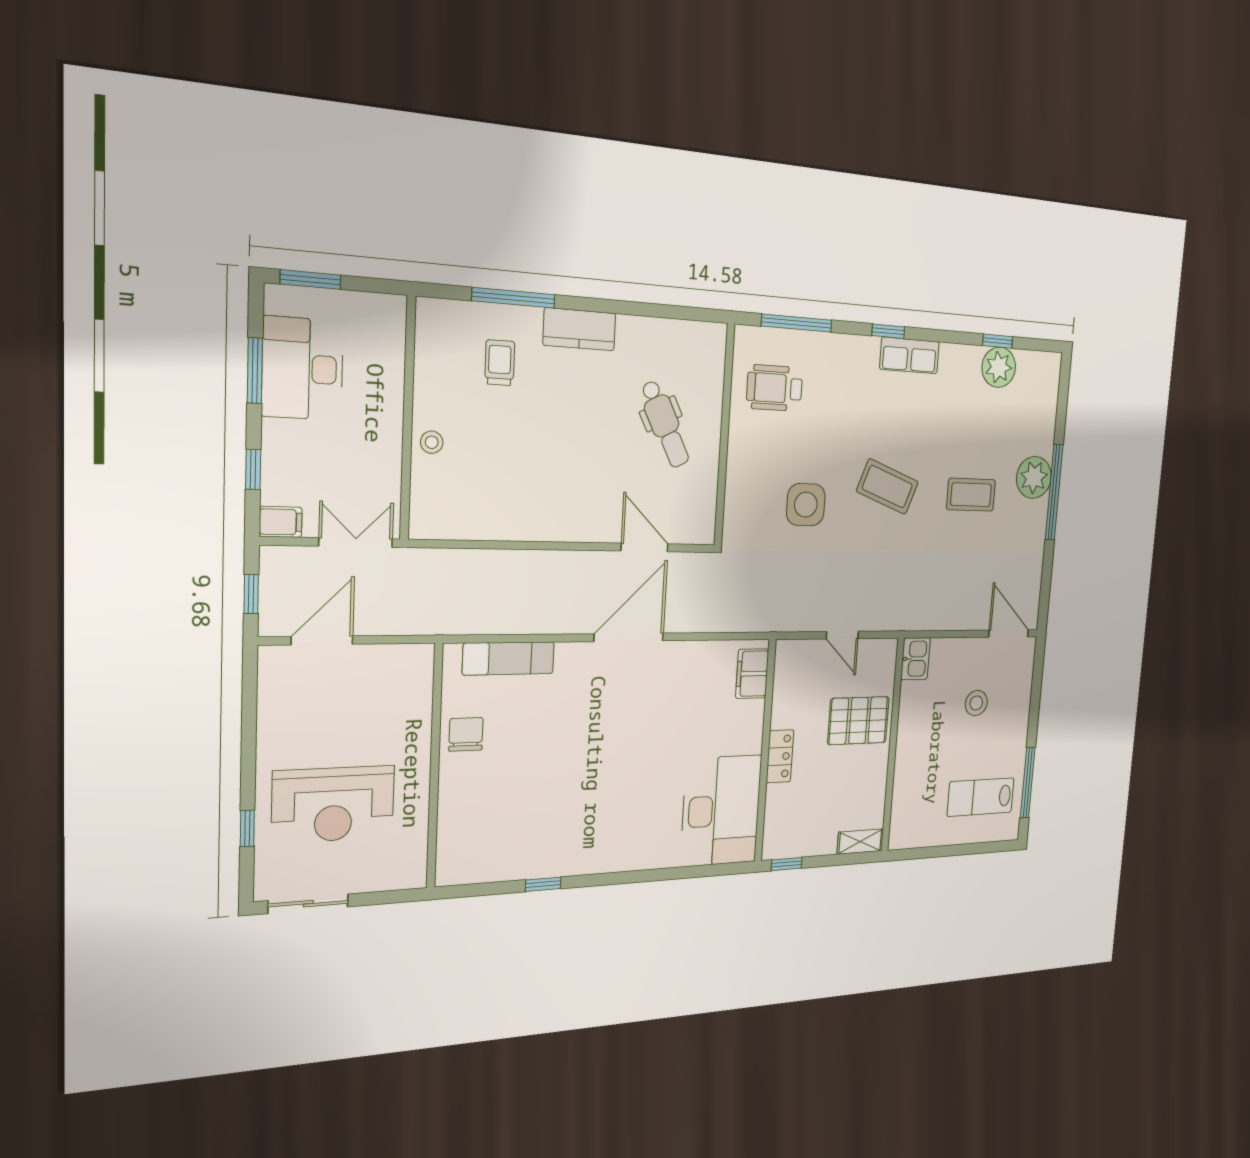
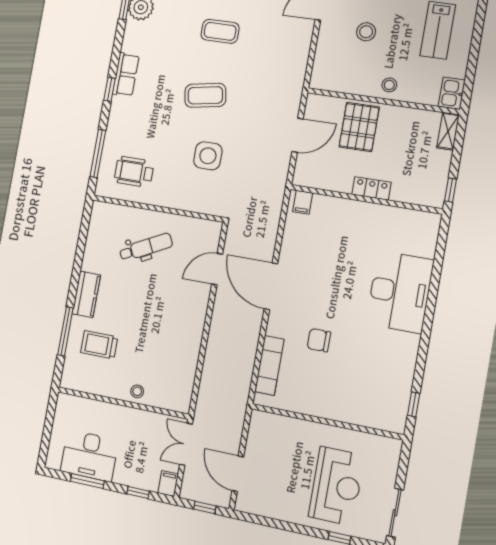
window: (311, 280) -> (45, 443), removed
trolley: (500, 363) -> (99, 345), width x1.36, depth x1.39
wheelchair: (775, 388) -> (134, 172), turned 90
coffee table: (887, 487) -> (205, 95), turned 60
coffee table: (971, 495) -> (220, 31), turned 90
door: (842, 635) -> (298, 135), width x1.38
kitchen sink: (916, 659) -> (452, 93), moved, turned -90
filing cabinet: (752, 674) -> (303, 202), width x0.50
chair: (466, 734) -> (319, 340), moved
stool: (913, 750) -> (389, 85), added
desk: (721, 811) -> (400, 292), moved, turned 90
window: (543, 884) -> (414, 404), moved

